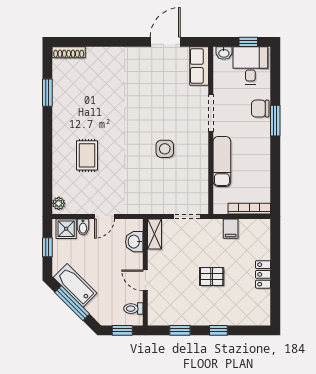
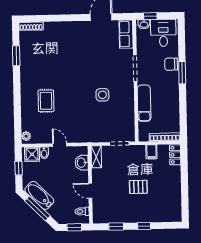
window: (248, 42) -> (150, 16), moved
door: (105, 216) -> (60, 145), swing flipped
locker: (263, 274) -> (175, 155), moved

